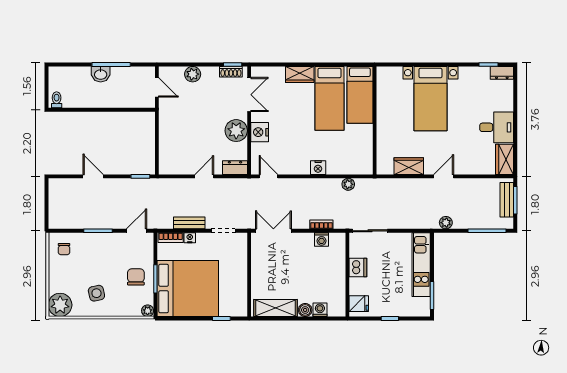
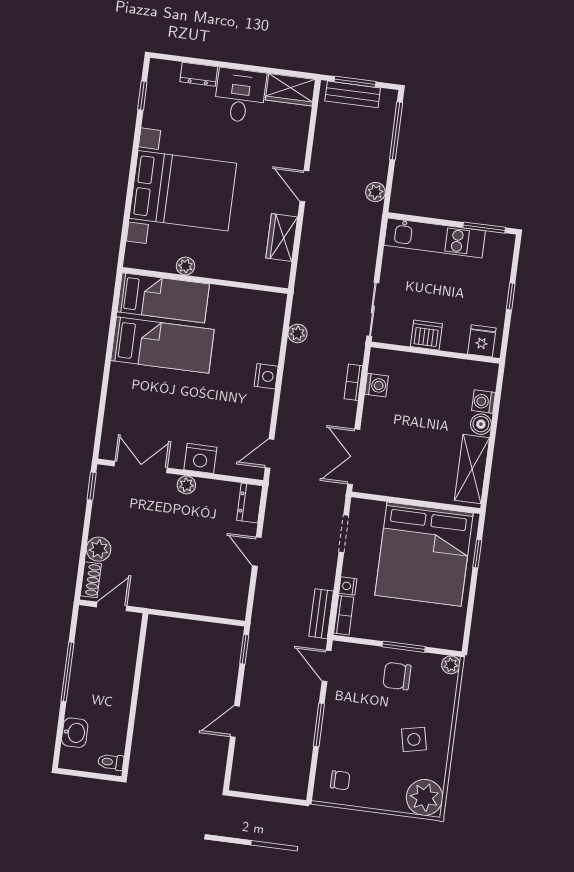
shoe rack: (231, 72) -> (91, 580), moved
dresser: (502, 73) -> (199, 74), moved, turned 90
washbasin: (101, 74) -> (75, 733), moved
wardrobe: (300, 74) -> (120, 386), removed
bed with nightstands: (430, 99) -> (183, 191), width x1.36
plant: (382, 106) -> (186, 266), added
plant: (236, 131) -> (186, 485), width x0.53, depth x0.53
bench: (189, 223) -> (321, 614), moved
bed: (188, 289) -> (424, 554), moved, turned 180

